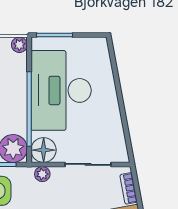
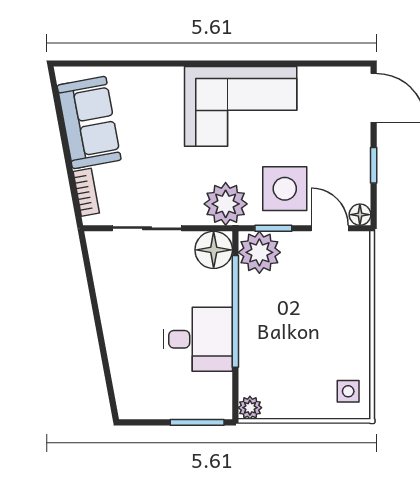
desk: (61, 90) -> (198, 339), width x0.53, depth x0.77
plant: (42, 174) -> (226, 204), width x1.88, depth x1.88

